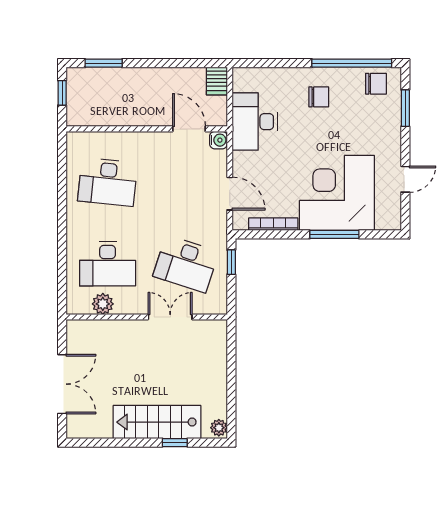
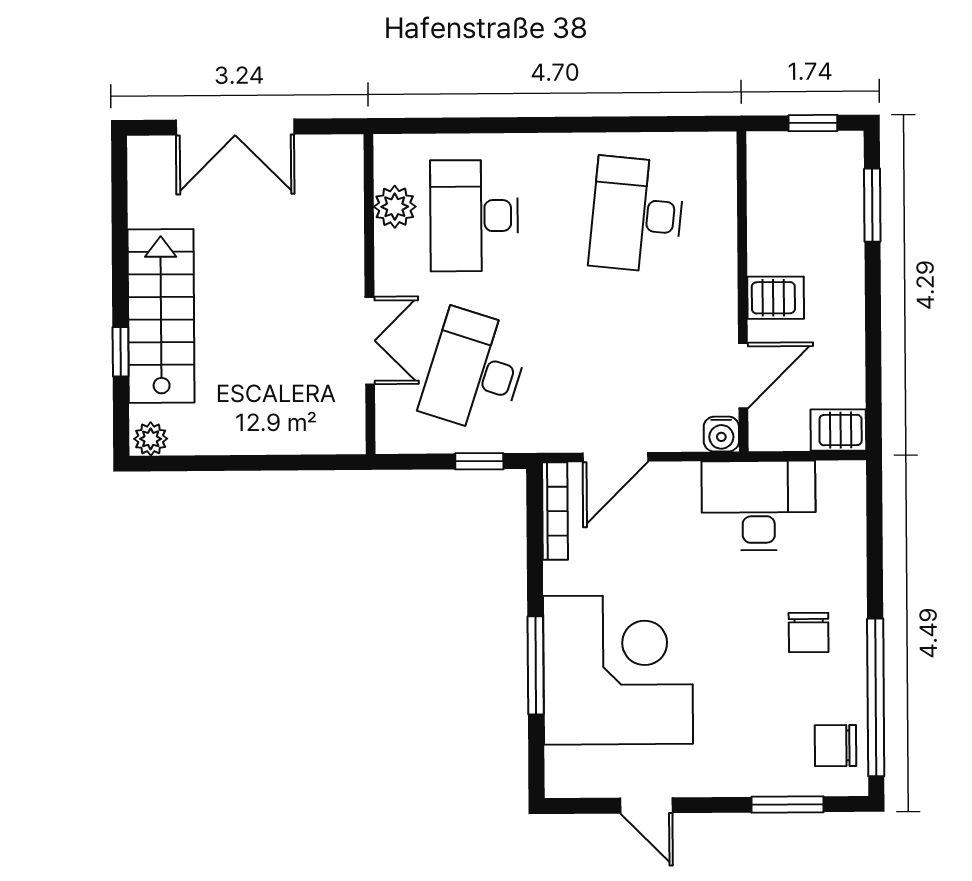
chair: (376, 84) -> (835, 746), turned 90
server rack: (150, 112) -> (776, 298), added
bookcase: (273, 224) -> (555, 511), moved

